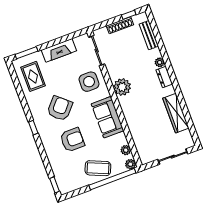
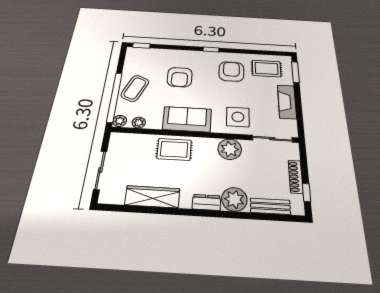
plant: (160, 62) -> (234, 199), width x1.88, depth x1.88
plant: (122, 87) -> (230, 149), moved
armchair: (60, 108) -> (231, 71), moved, turned -131
rug: (136, 115) -> (174, 149), added

